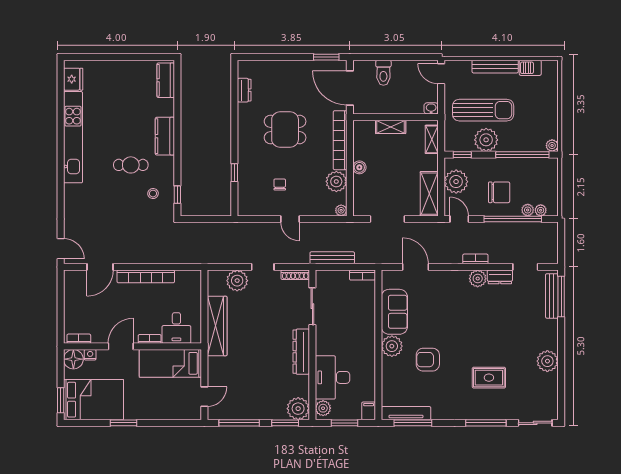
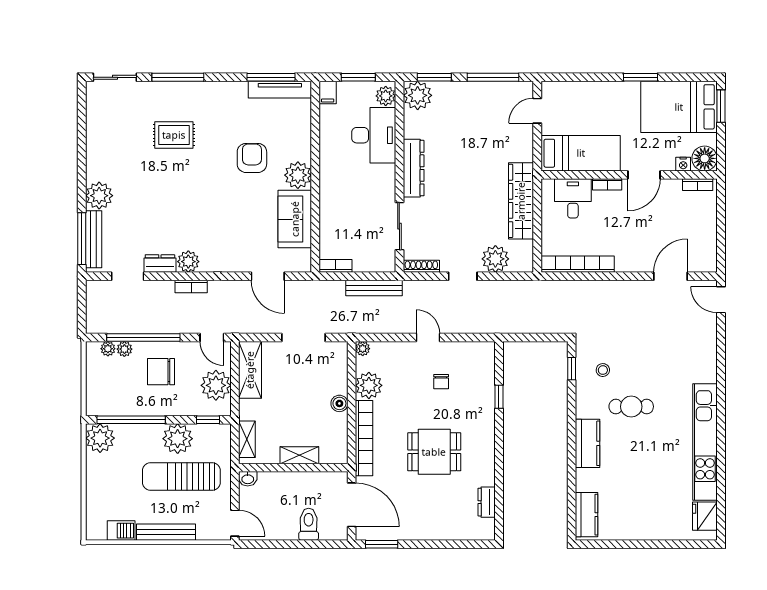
plant: (552, 146) -> (100, 438), width x1.88, depth x1.88
bookcase: (146, 276) -> (578, 264), moved
armchair: (428, 360) -> (252, 158), turned -90
plant: (547, 361) -> (99, 196), moved

